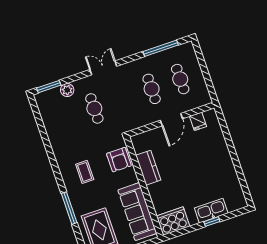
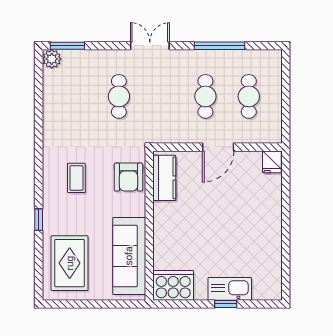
window: (161, 48) -> (220, 46), moved
plant: (67, 90) -> (52, 59), moved
fridge: (198, 121) -> (272, 162), moved
kitchen counter: (148, 168) -> (164, 178), moved
window: (69, 208) -> (39, 220), width x0.46

